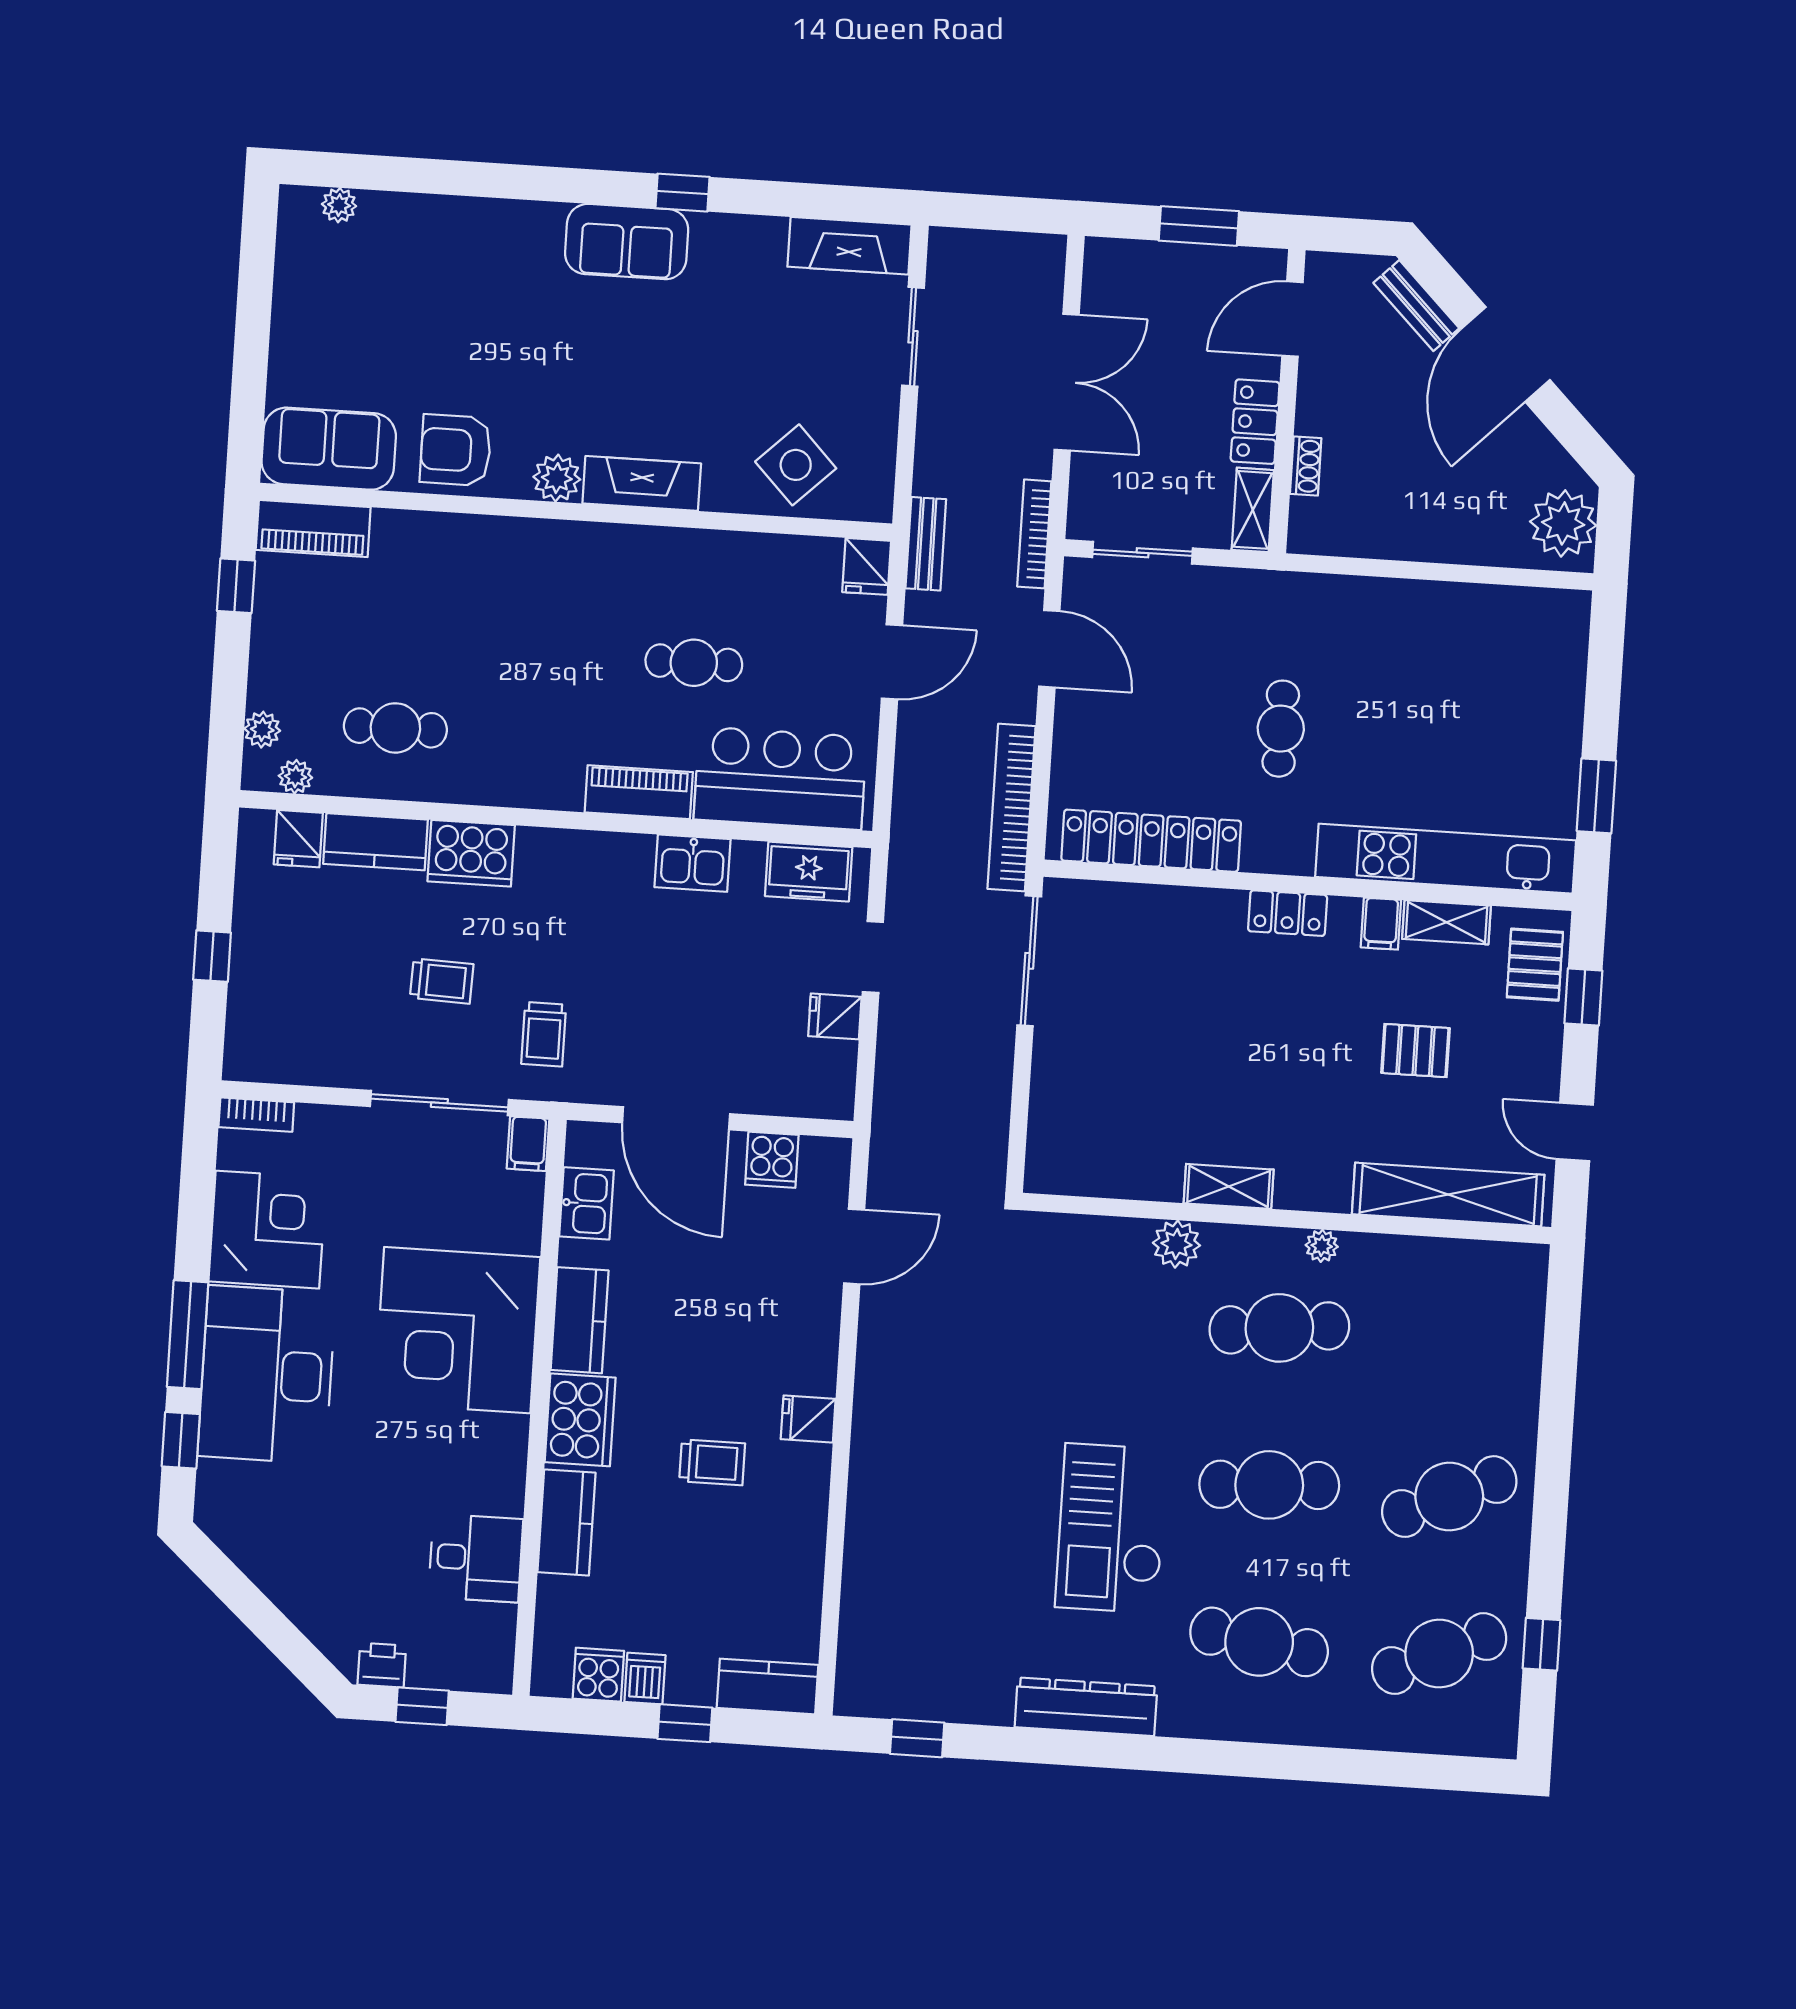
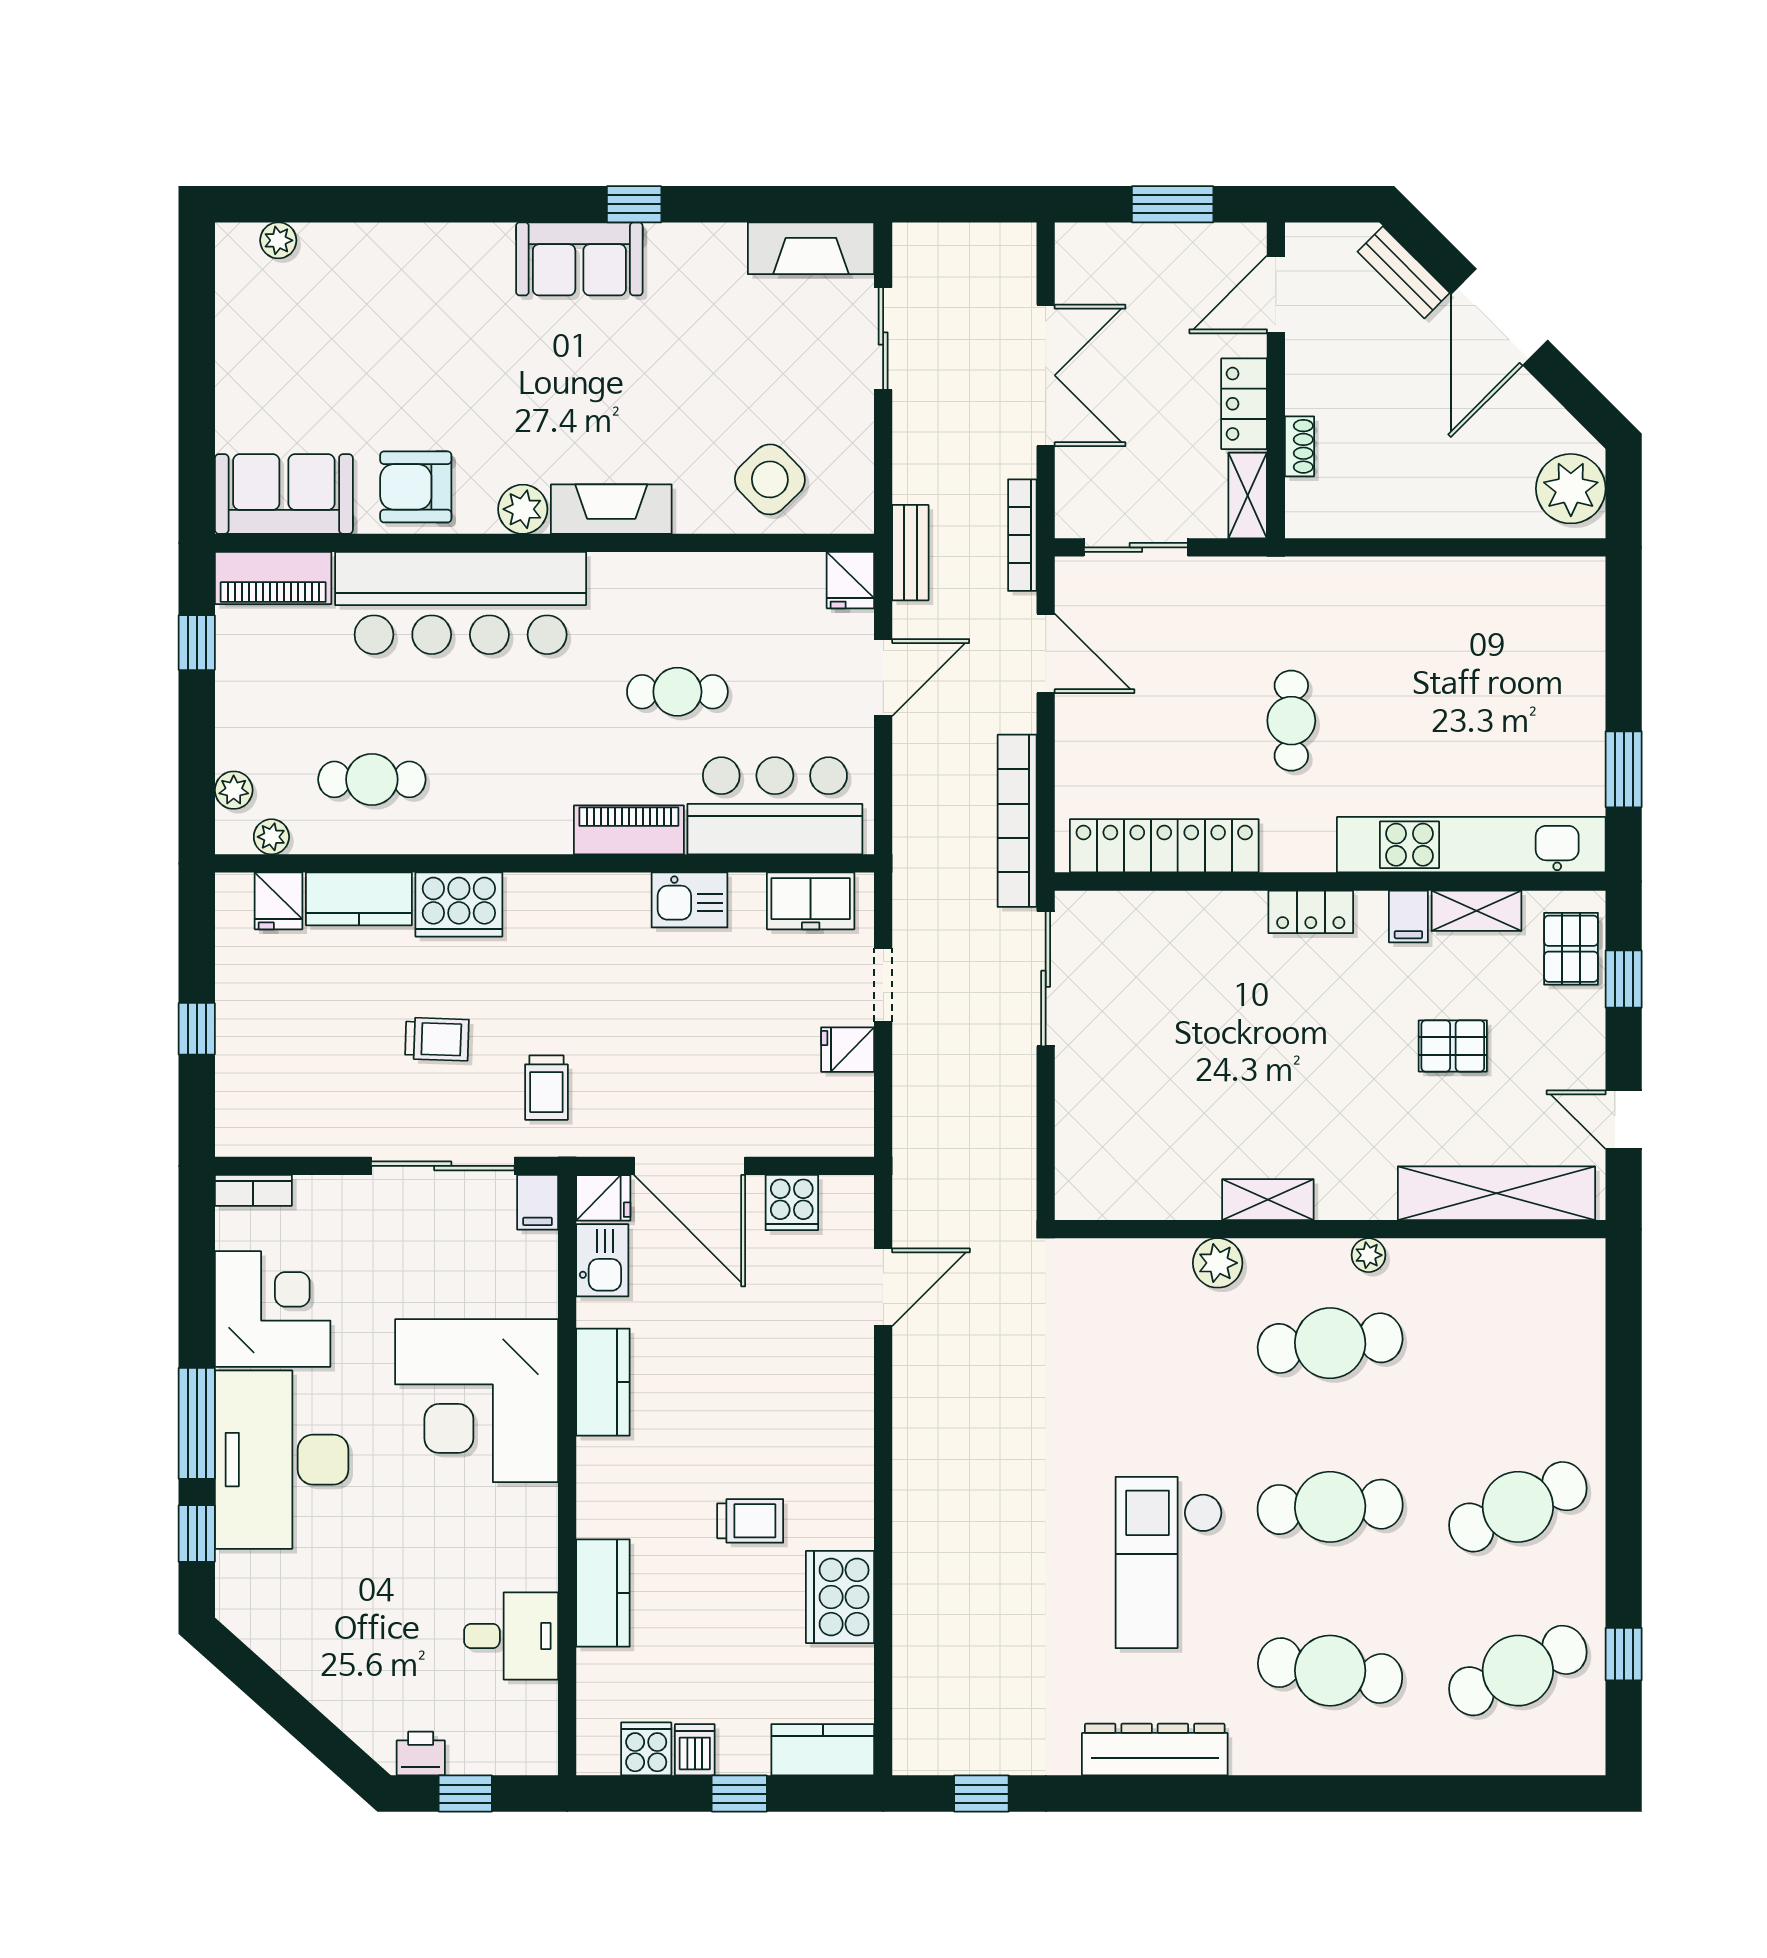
bar counter: (491, 564) -> (461, 603), added
fridge: (808, 1419) -> (603, 1198), moved, turned 180
cooker: (580, 1420) -> (840, 1597), moved, turned 180

